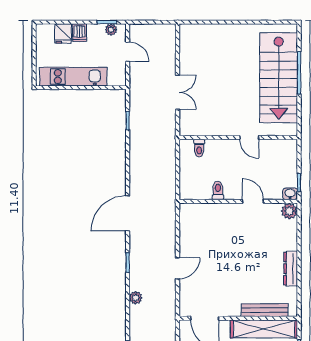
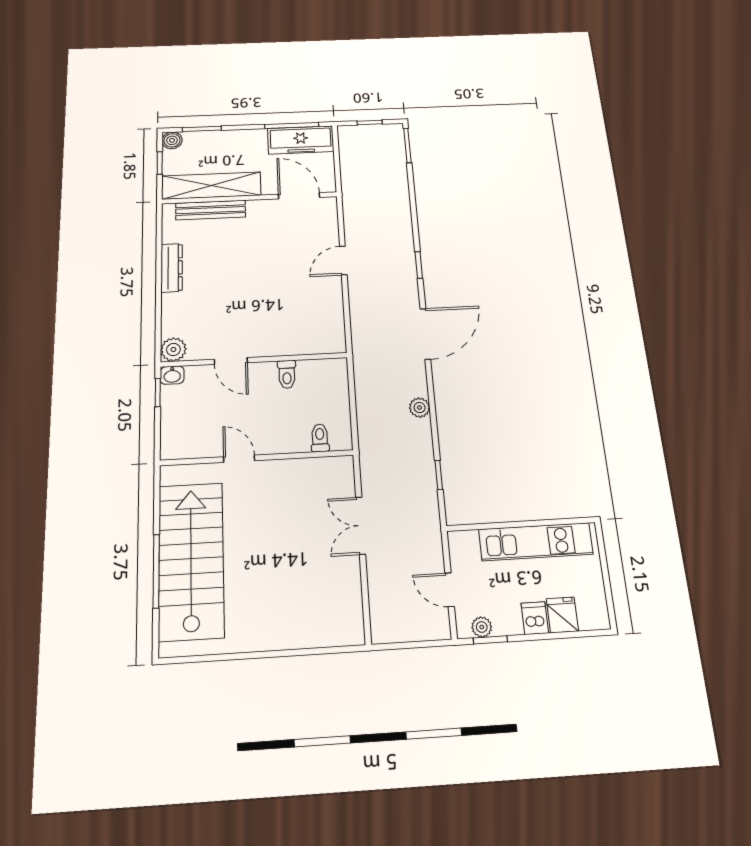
plant: (136, 298) -> (420, 408), moved

